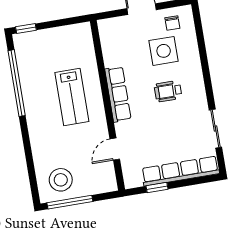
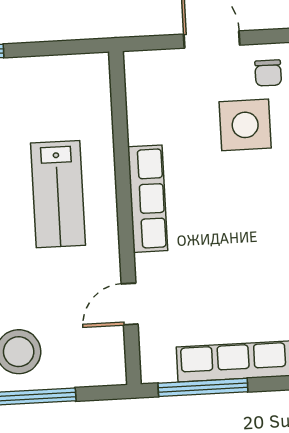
wheelchair: (168, 91) -> (245, 204), removed
window: (157, 188) -> (203, 387), width x2.17

